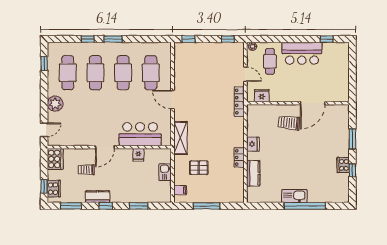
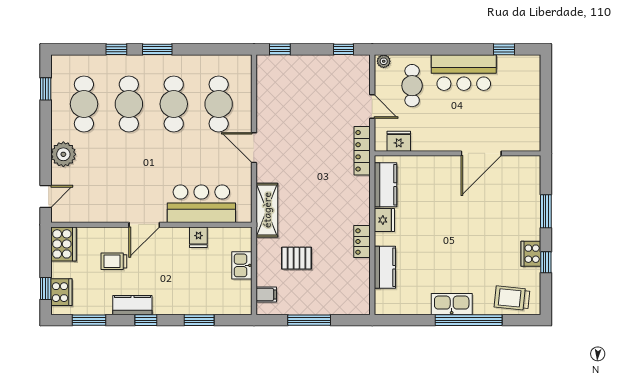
kitchen counter: (254, 122) -> (385, 185), added
trolley: (289, 123) -> (512, 298), moved

